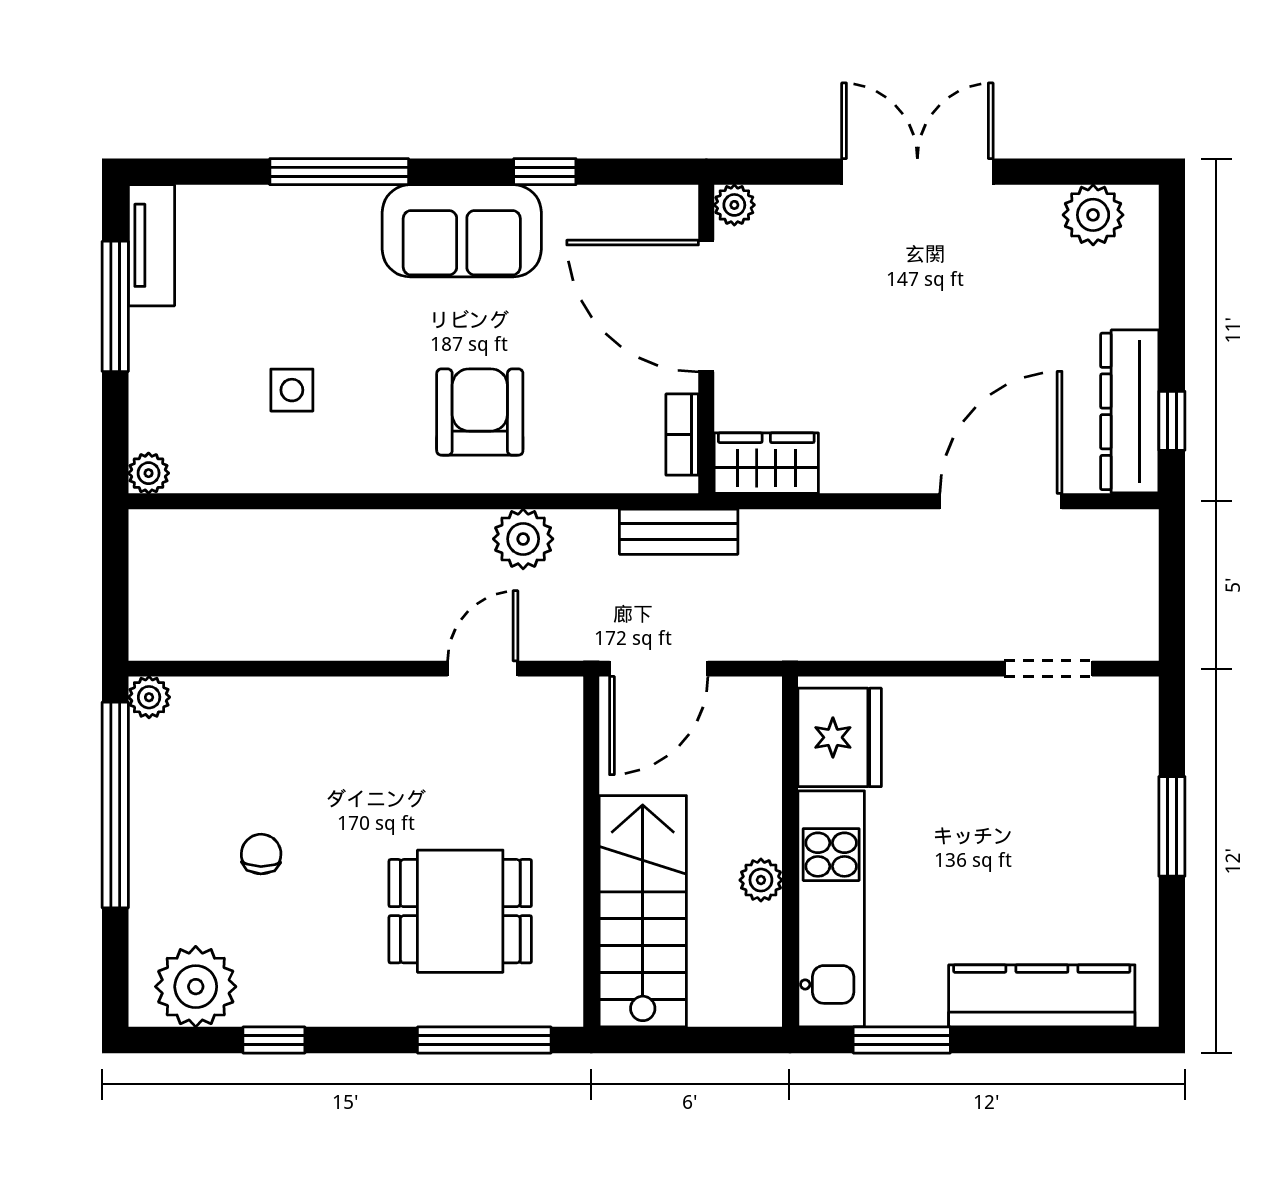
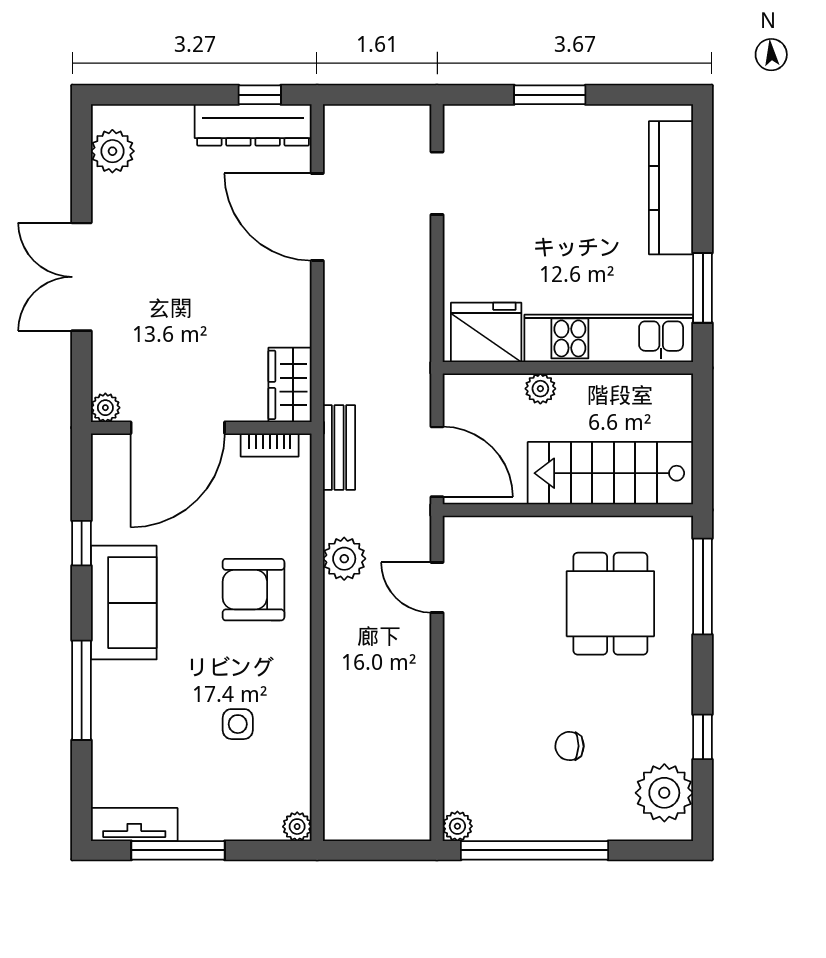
plant: (761, 880) -> (540, 389), moved

